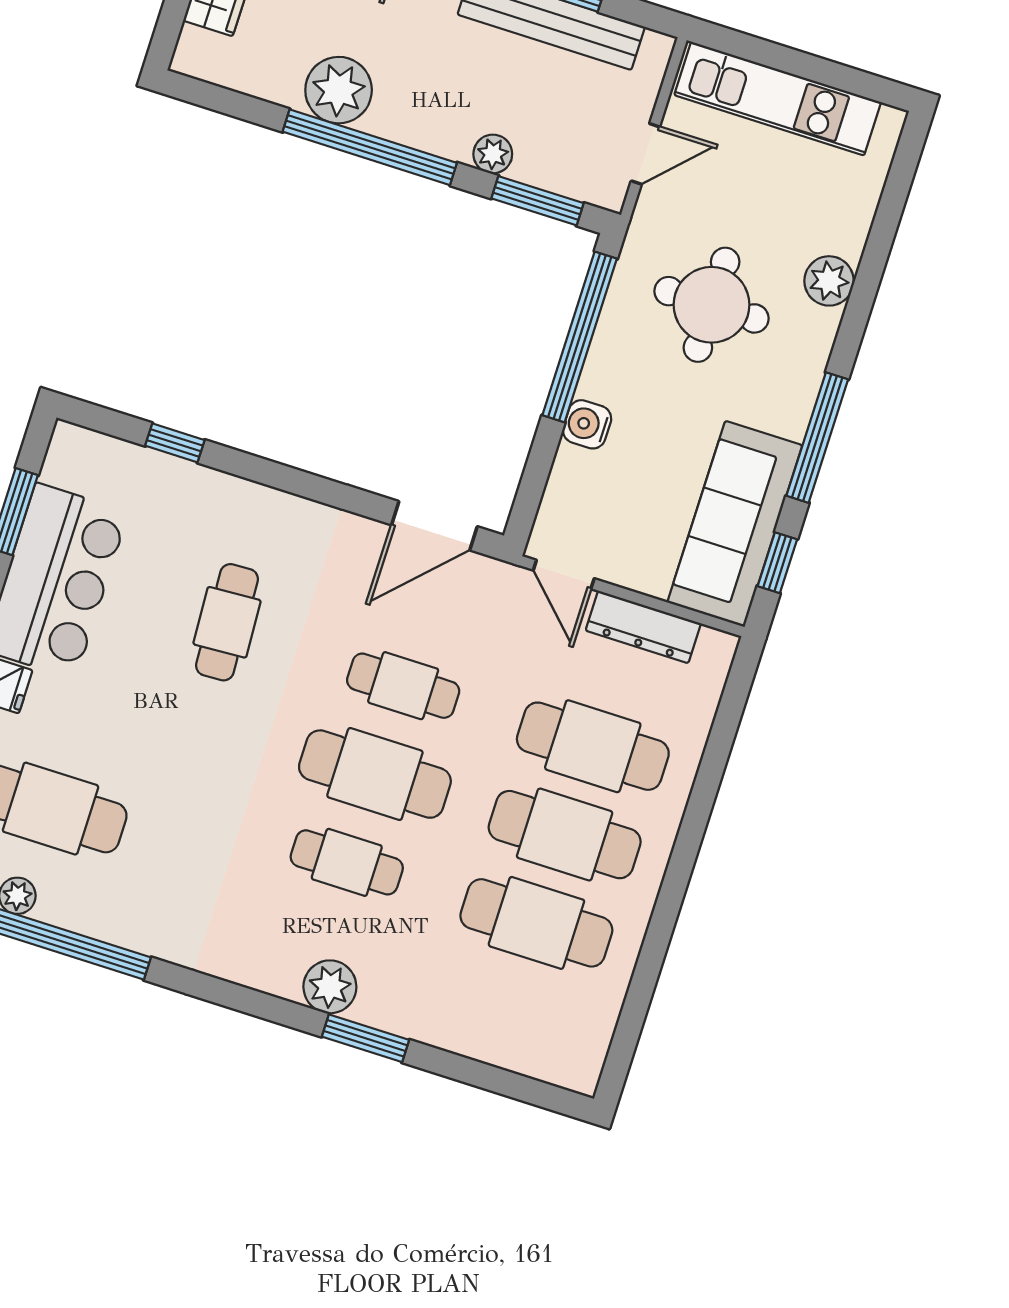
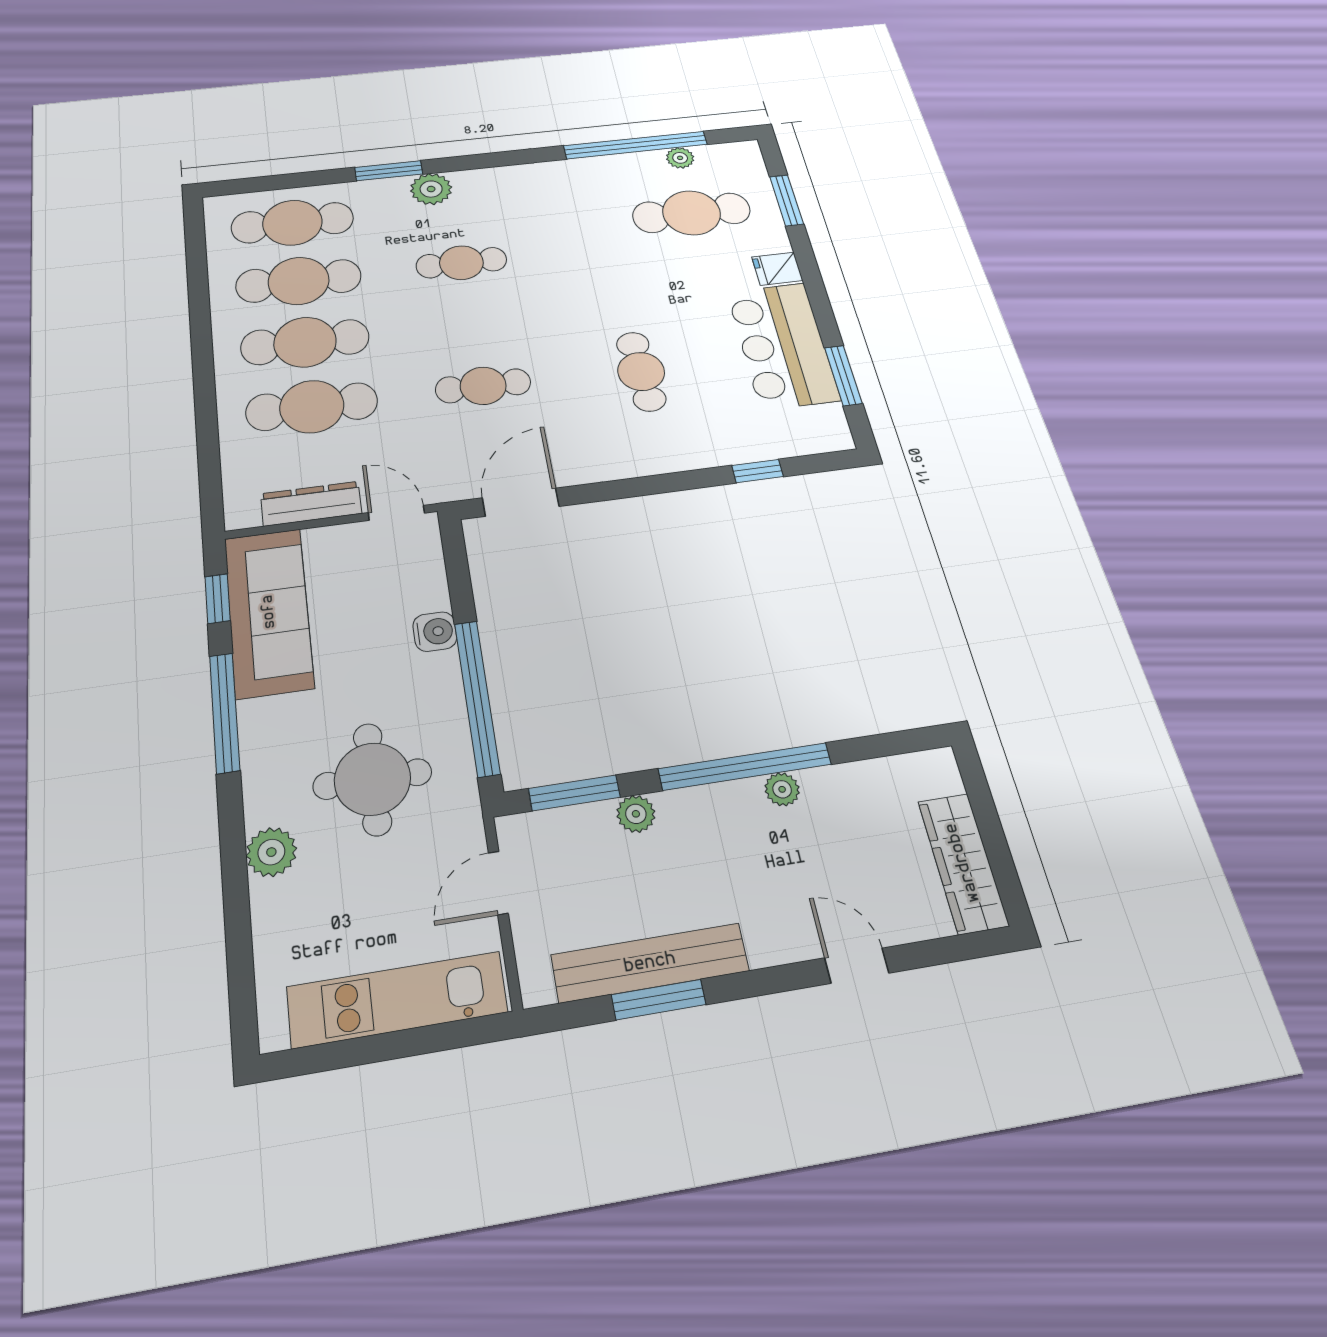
plant: (339, 90) -> (782, 789), width x0.53, depth x0.53
cafe table: (375, 774) -> (292, 223), moved

